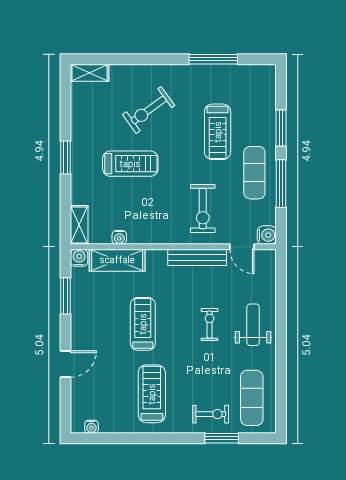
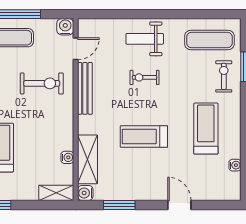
treadmill: (152, 394) -> (206, 129), turned 90
water cooler: (91, 427) -> (235, 165), moved

